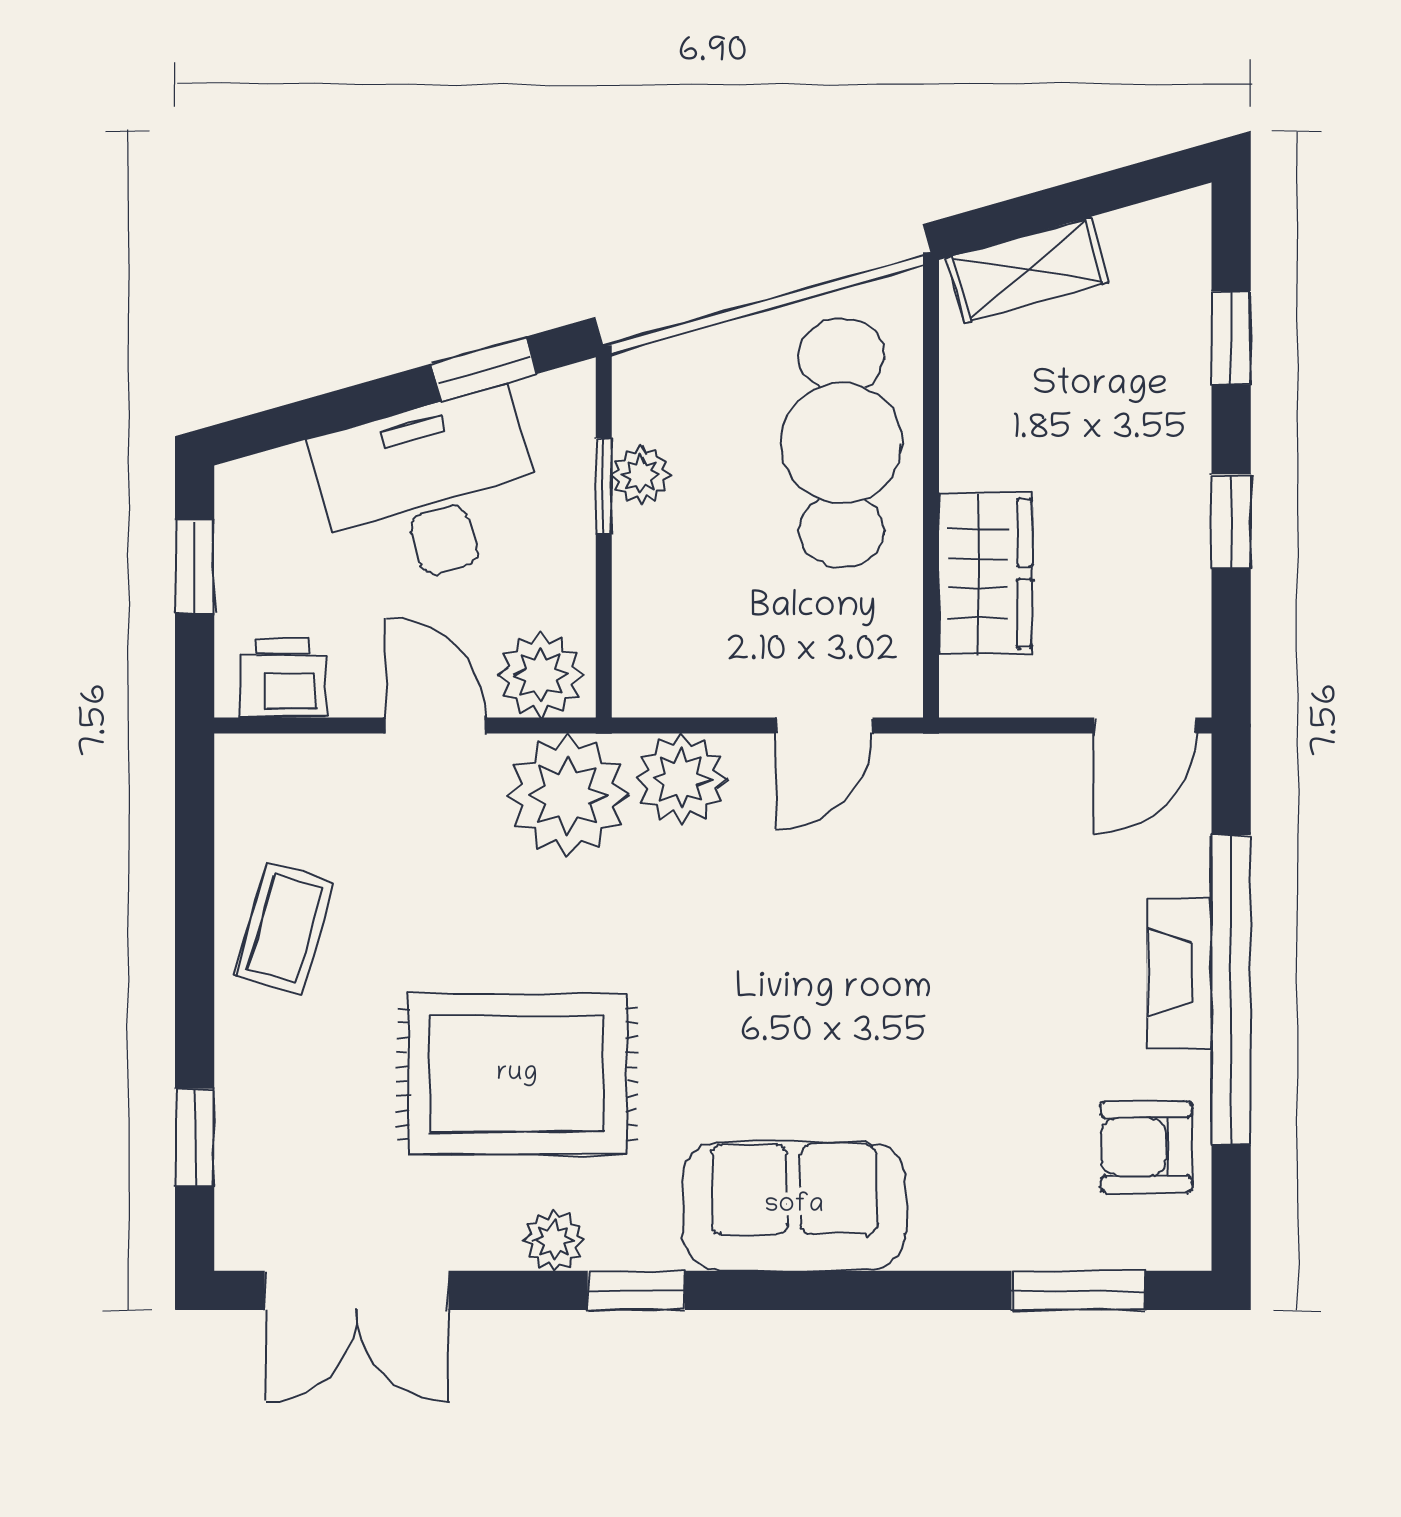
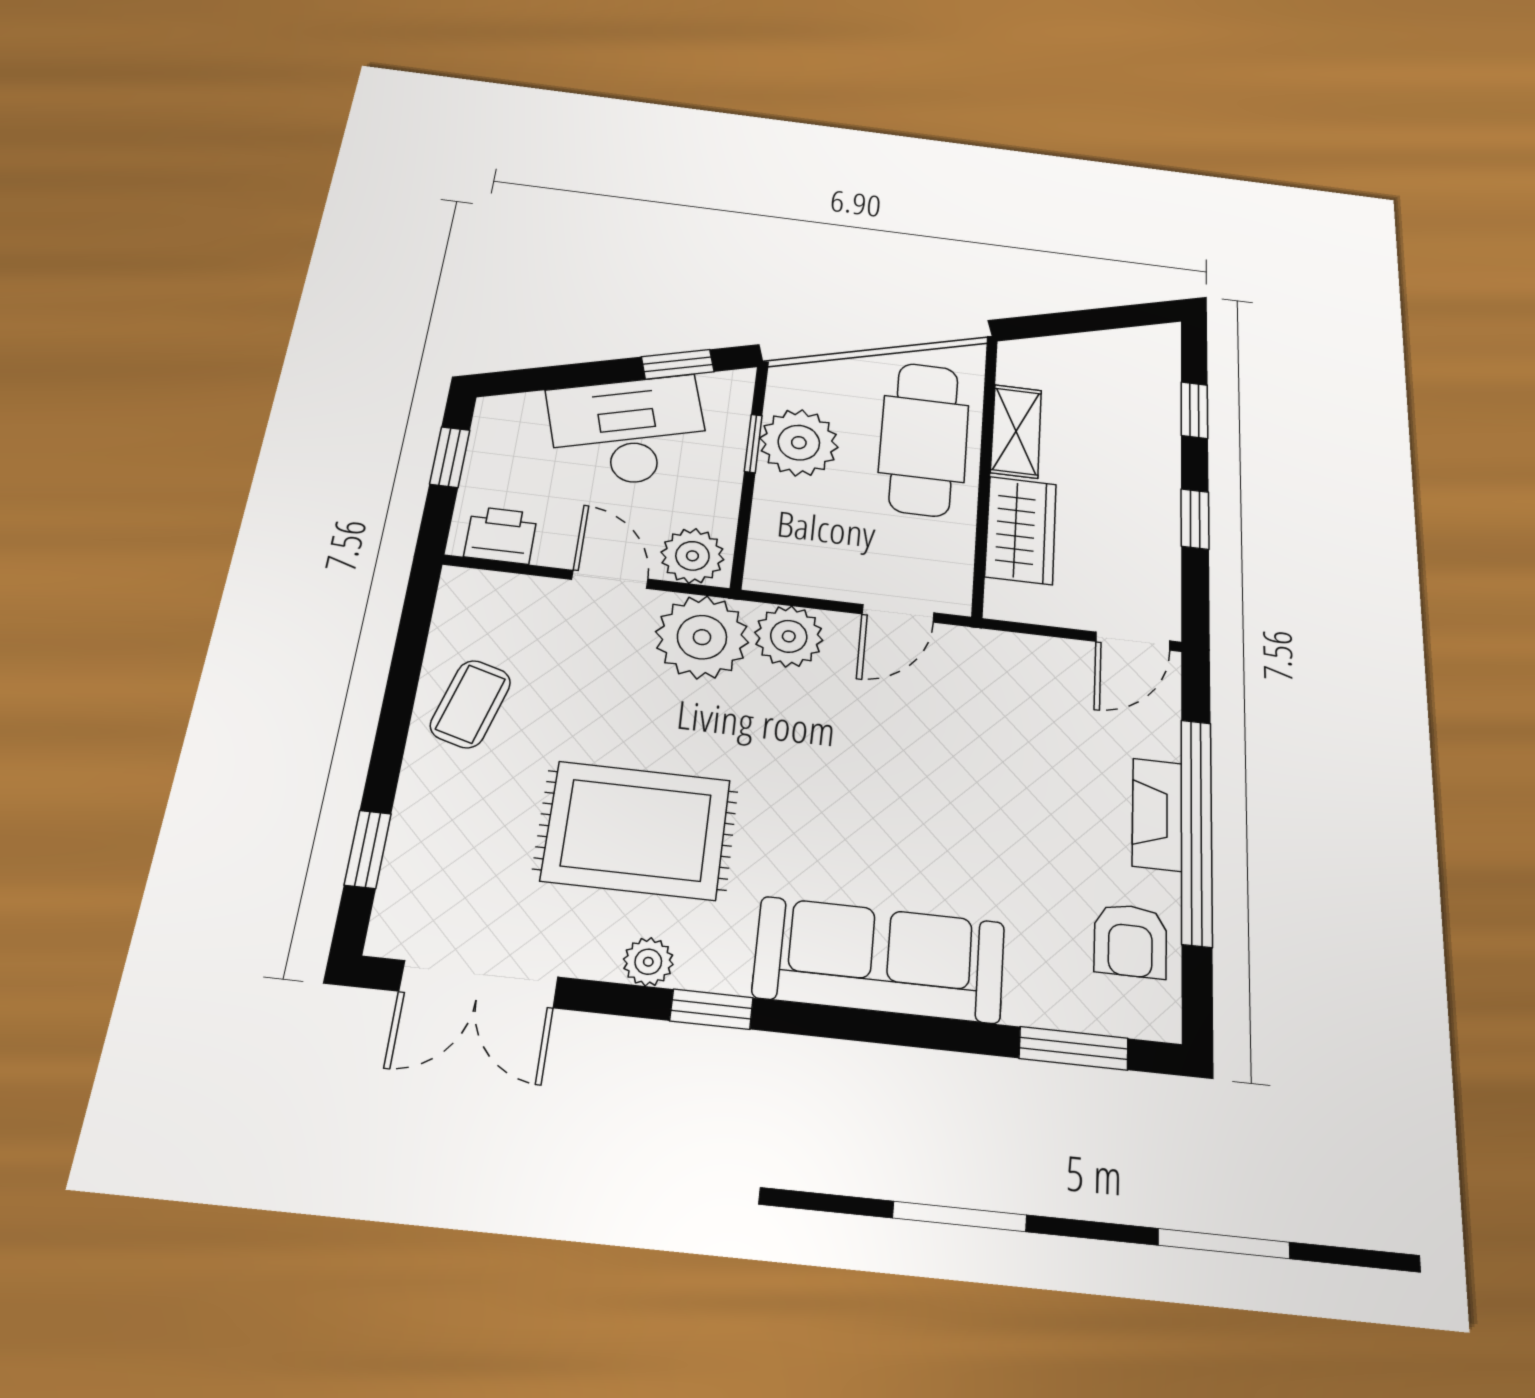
shelving: (1028, 270) -> (1016, 431), moved, turned -74
plant: (641, 475) -> (799, 443), width x1.88, depth x1.88
armchair: (1146, 1147) -> (1130, 941), turned -90
sofa: (794, 1206) -> (880, 960), width x1.36

